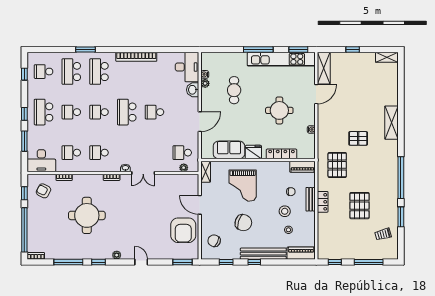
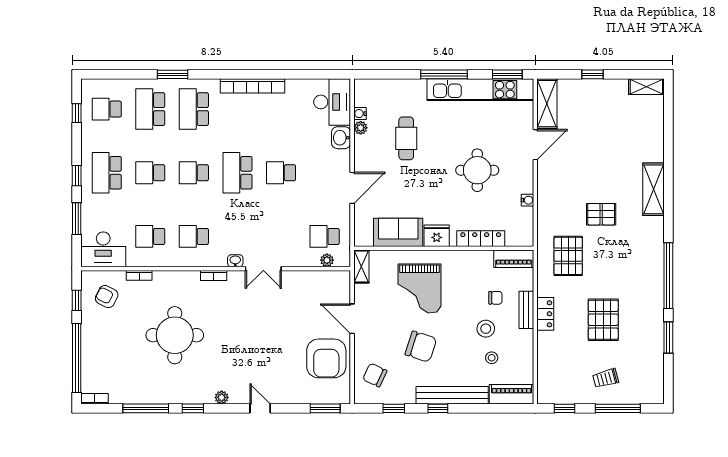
trolley: (383, 234) -> (606, 378), moved

